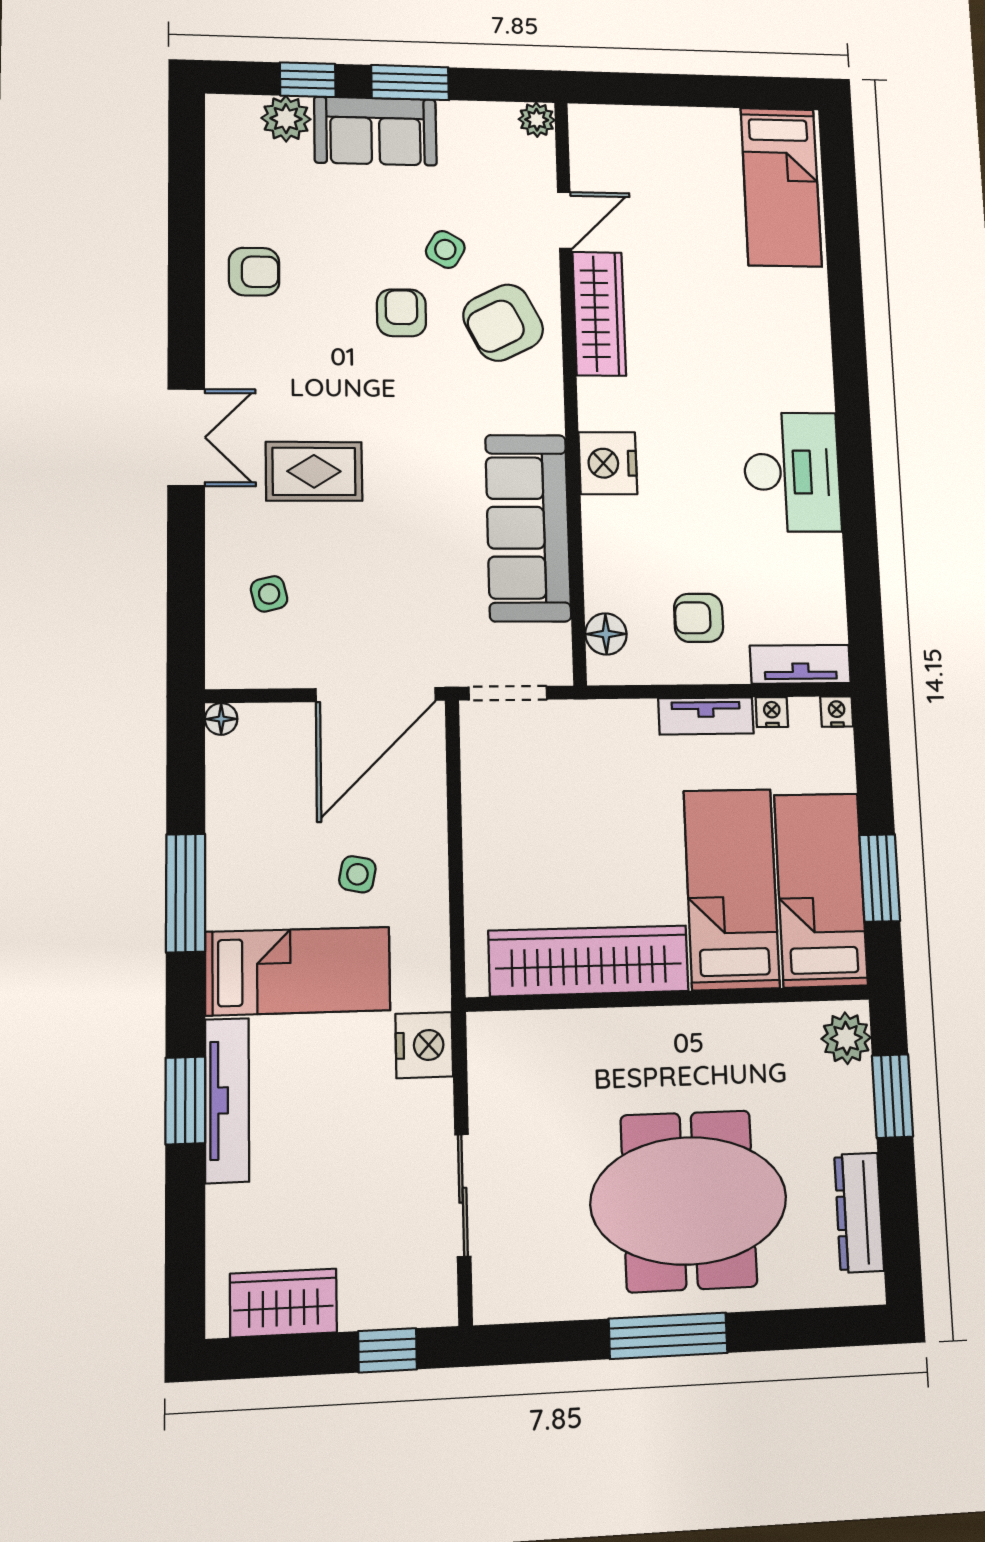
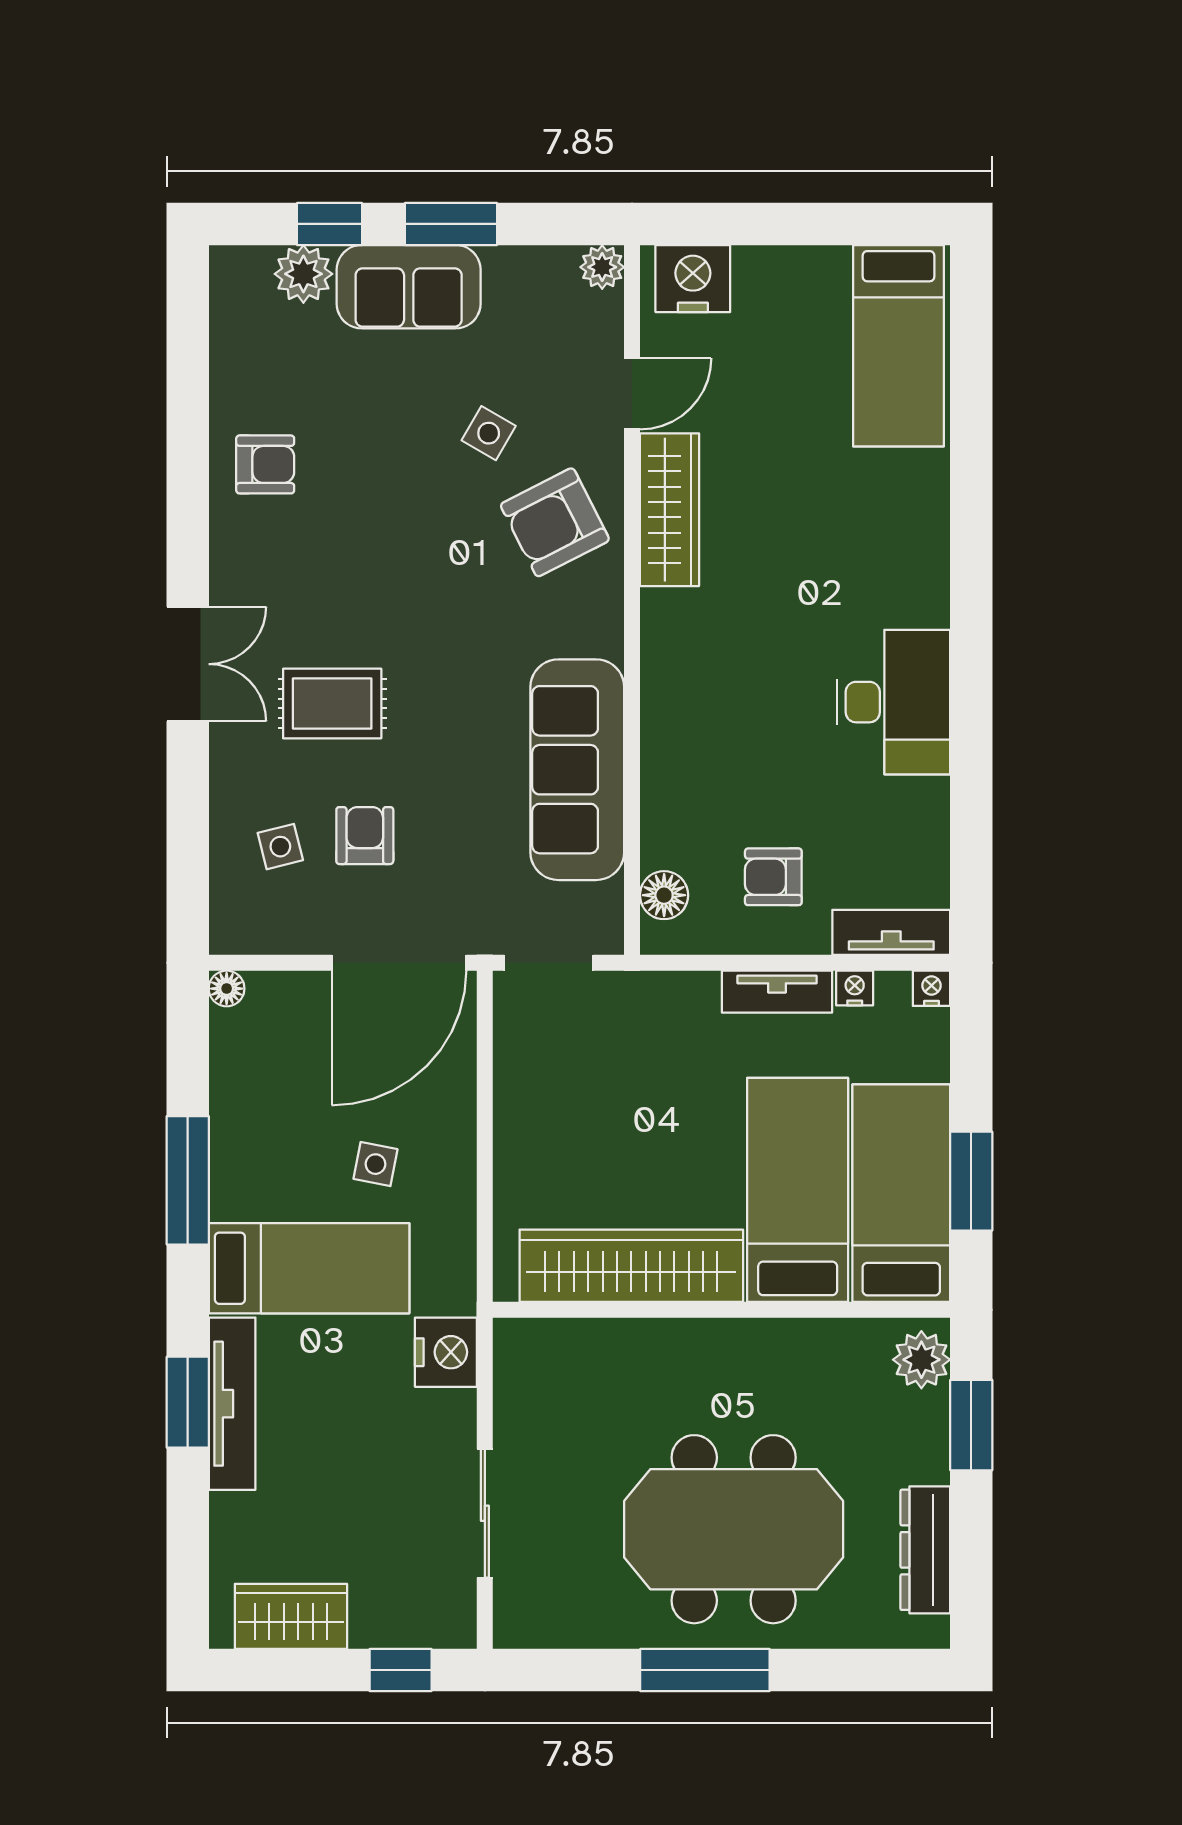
armchair: (401, 313) -> (365, 836), moved
nightstand: (608, 463) -> (693, 279), moved, turned 90

